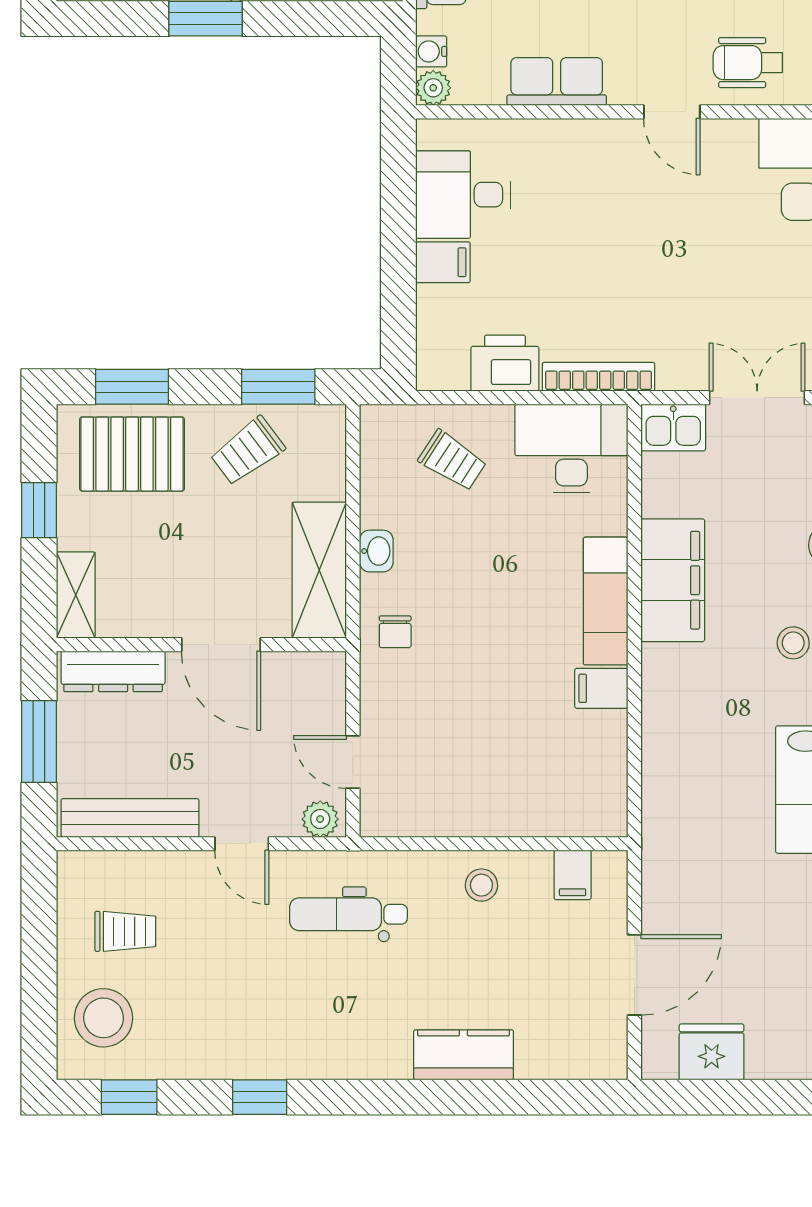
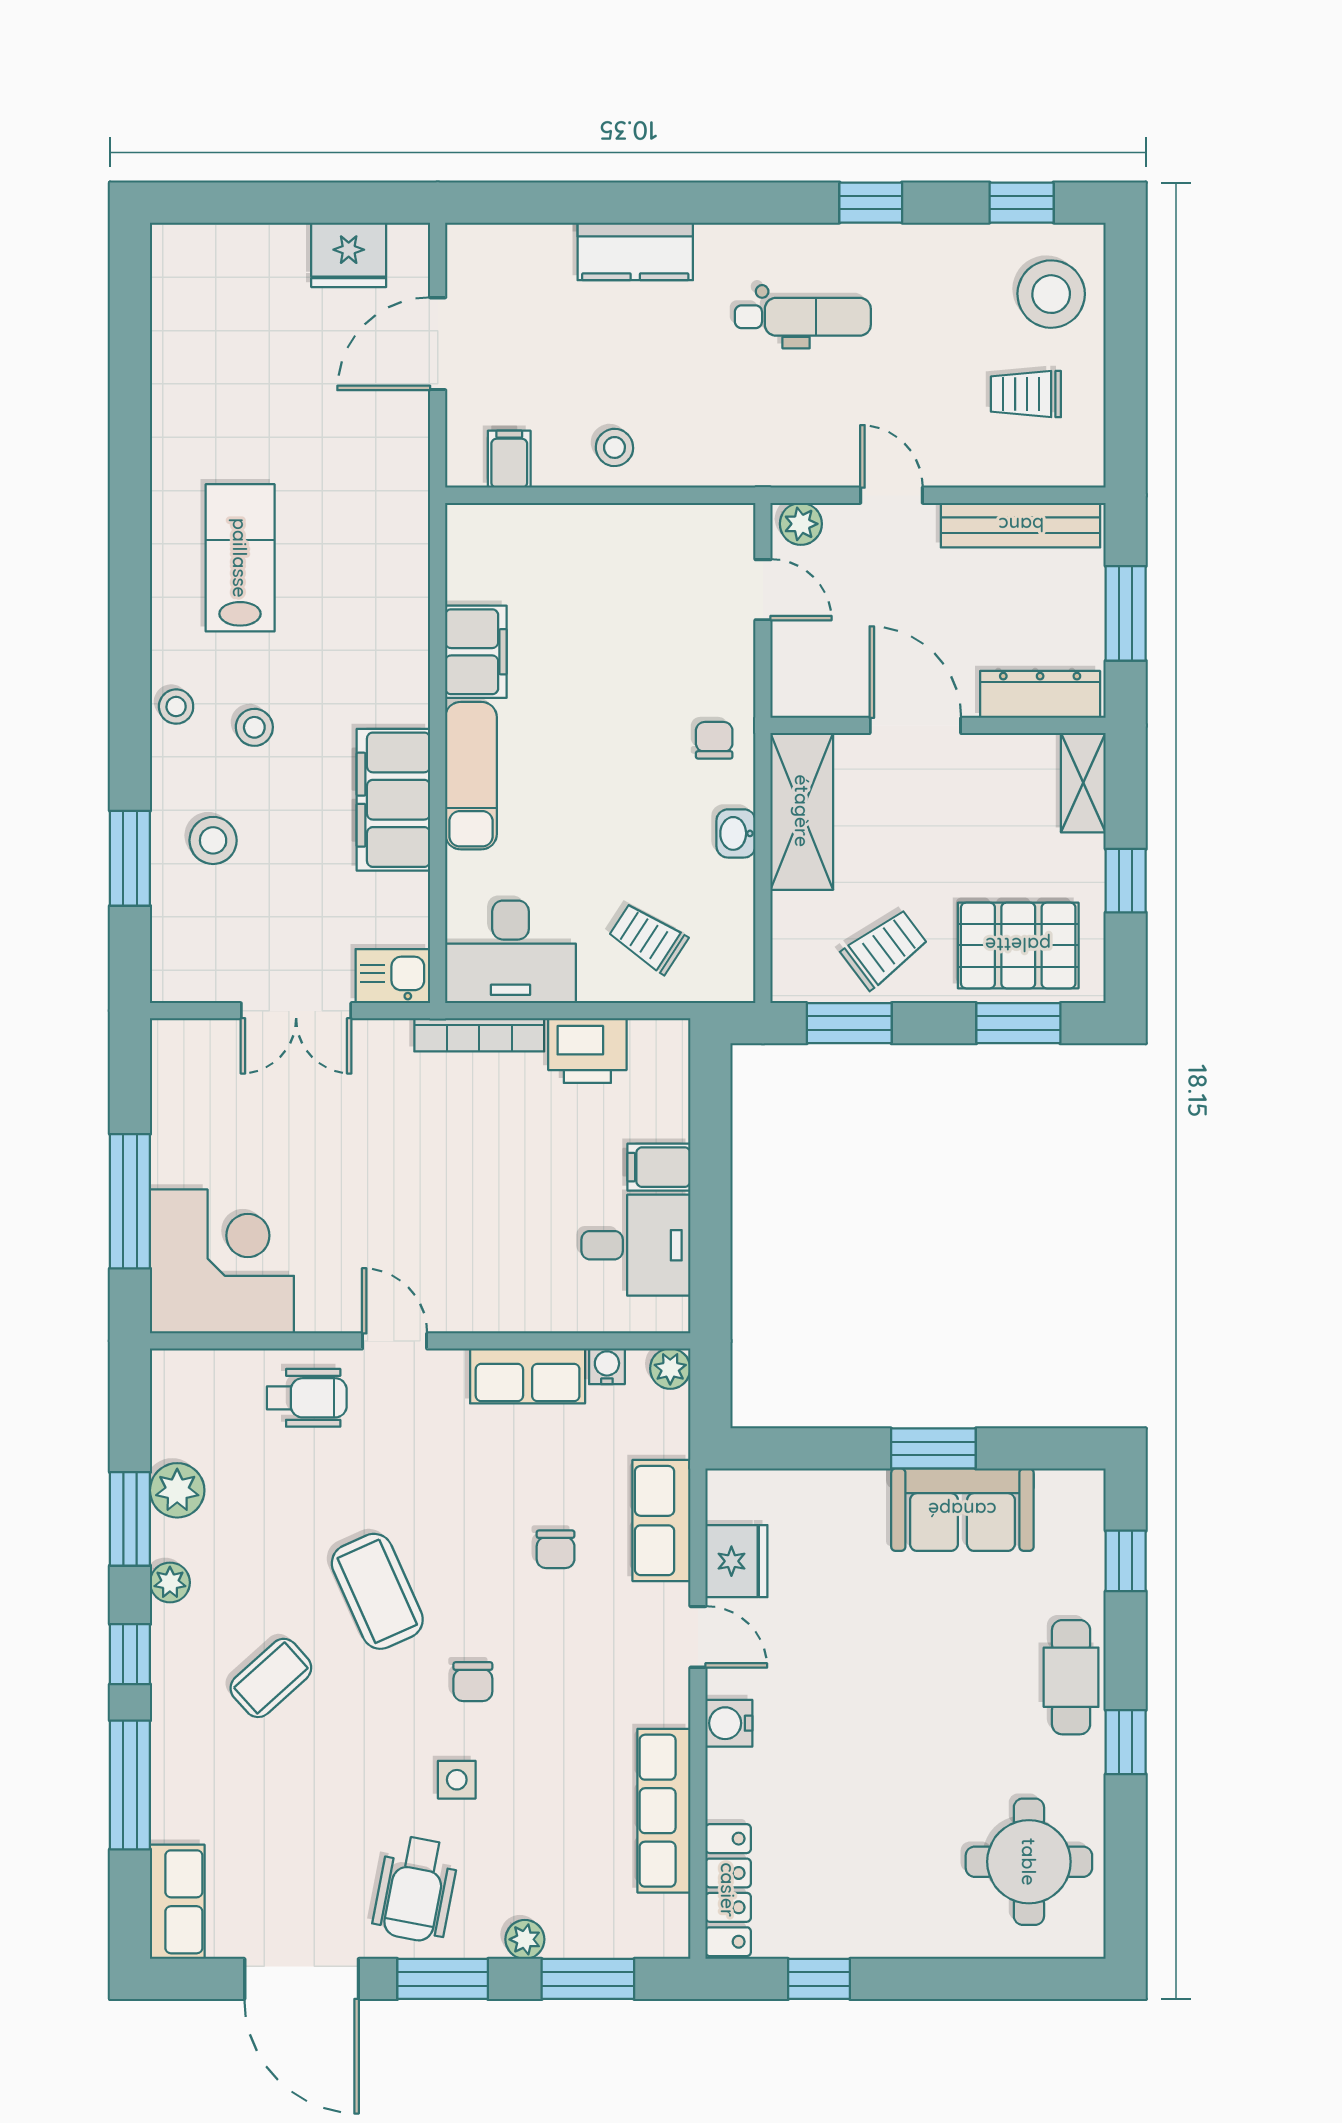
water cooler: (431, 51) -> (607, 1366), moved, turned -90
filing cabinet: (601, 688) -> (476, 652), width x2.00
dental chair: (348, 914) -> (803, 317), moved

